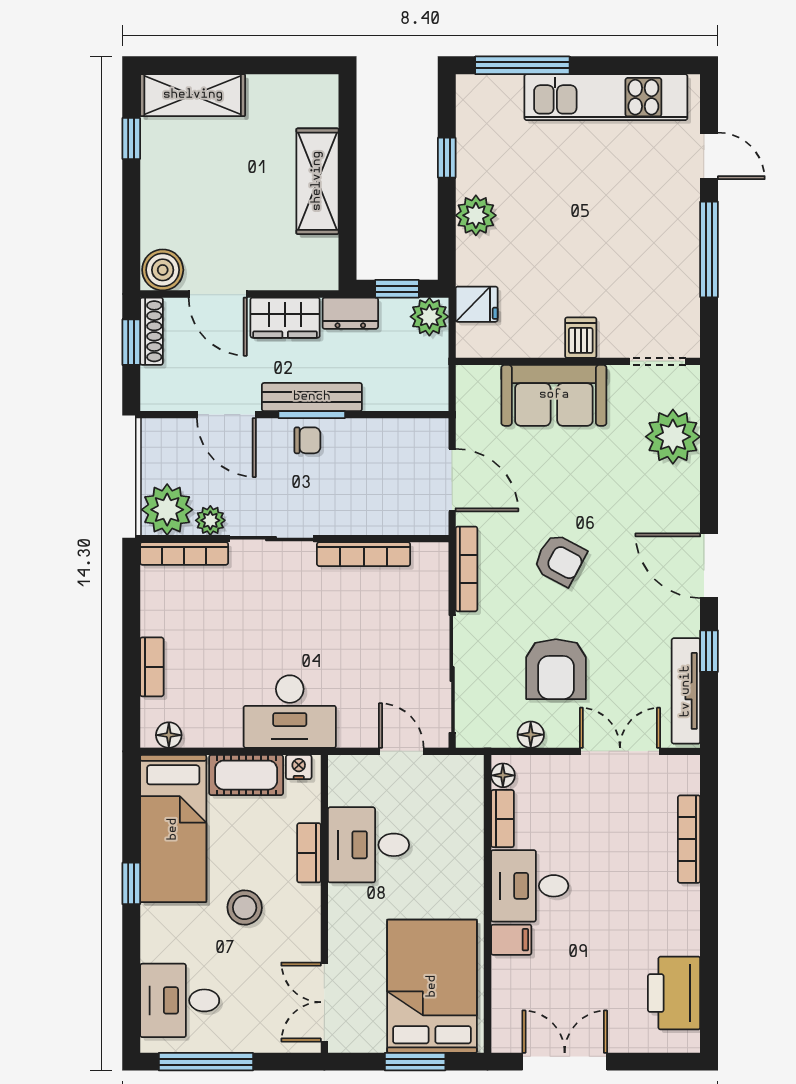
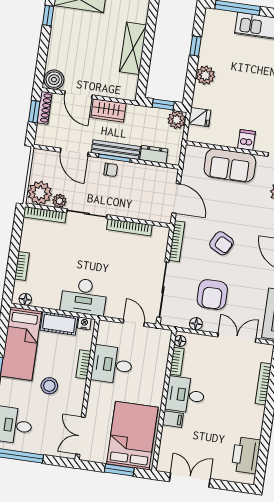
dresser: (350, 313) -> (154, 154), moved, turned 180

